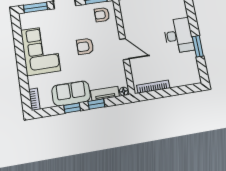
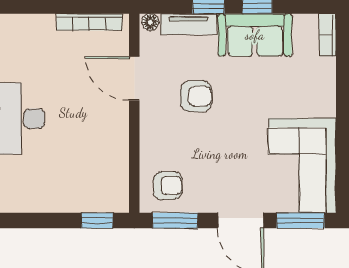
armchair: (85, 46) -> (196, 96), moved
door: (124, 49) -> (134, 78), moved
corner sofa: (41, 50) -> (302, 165), moved

